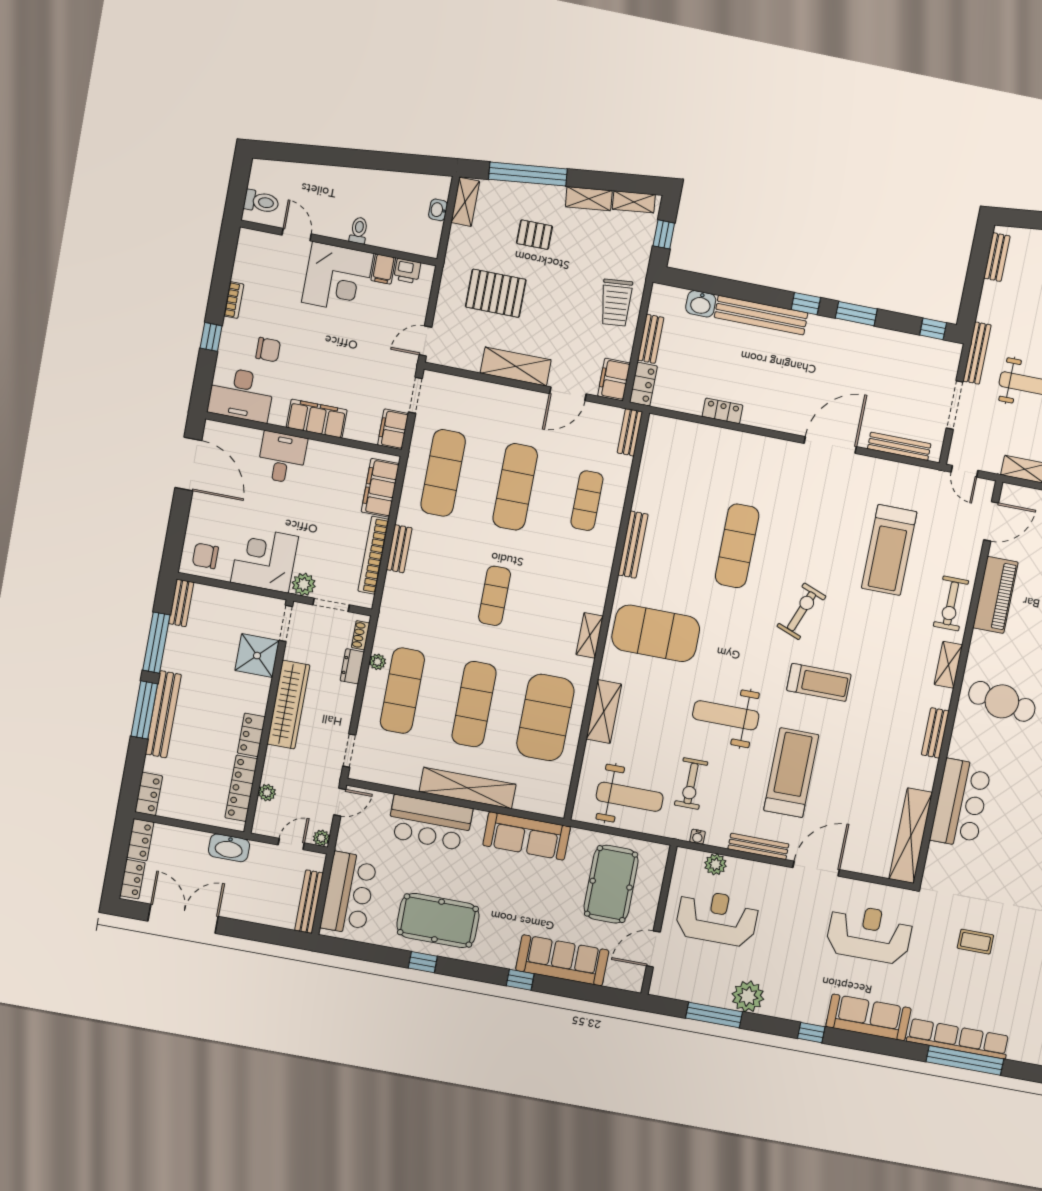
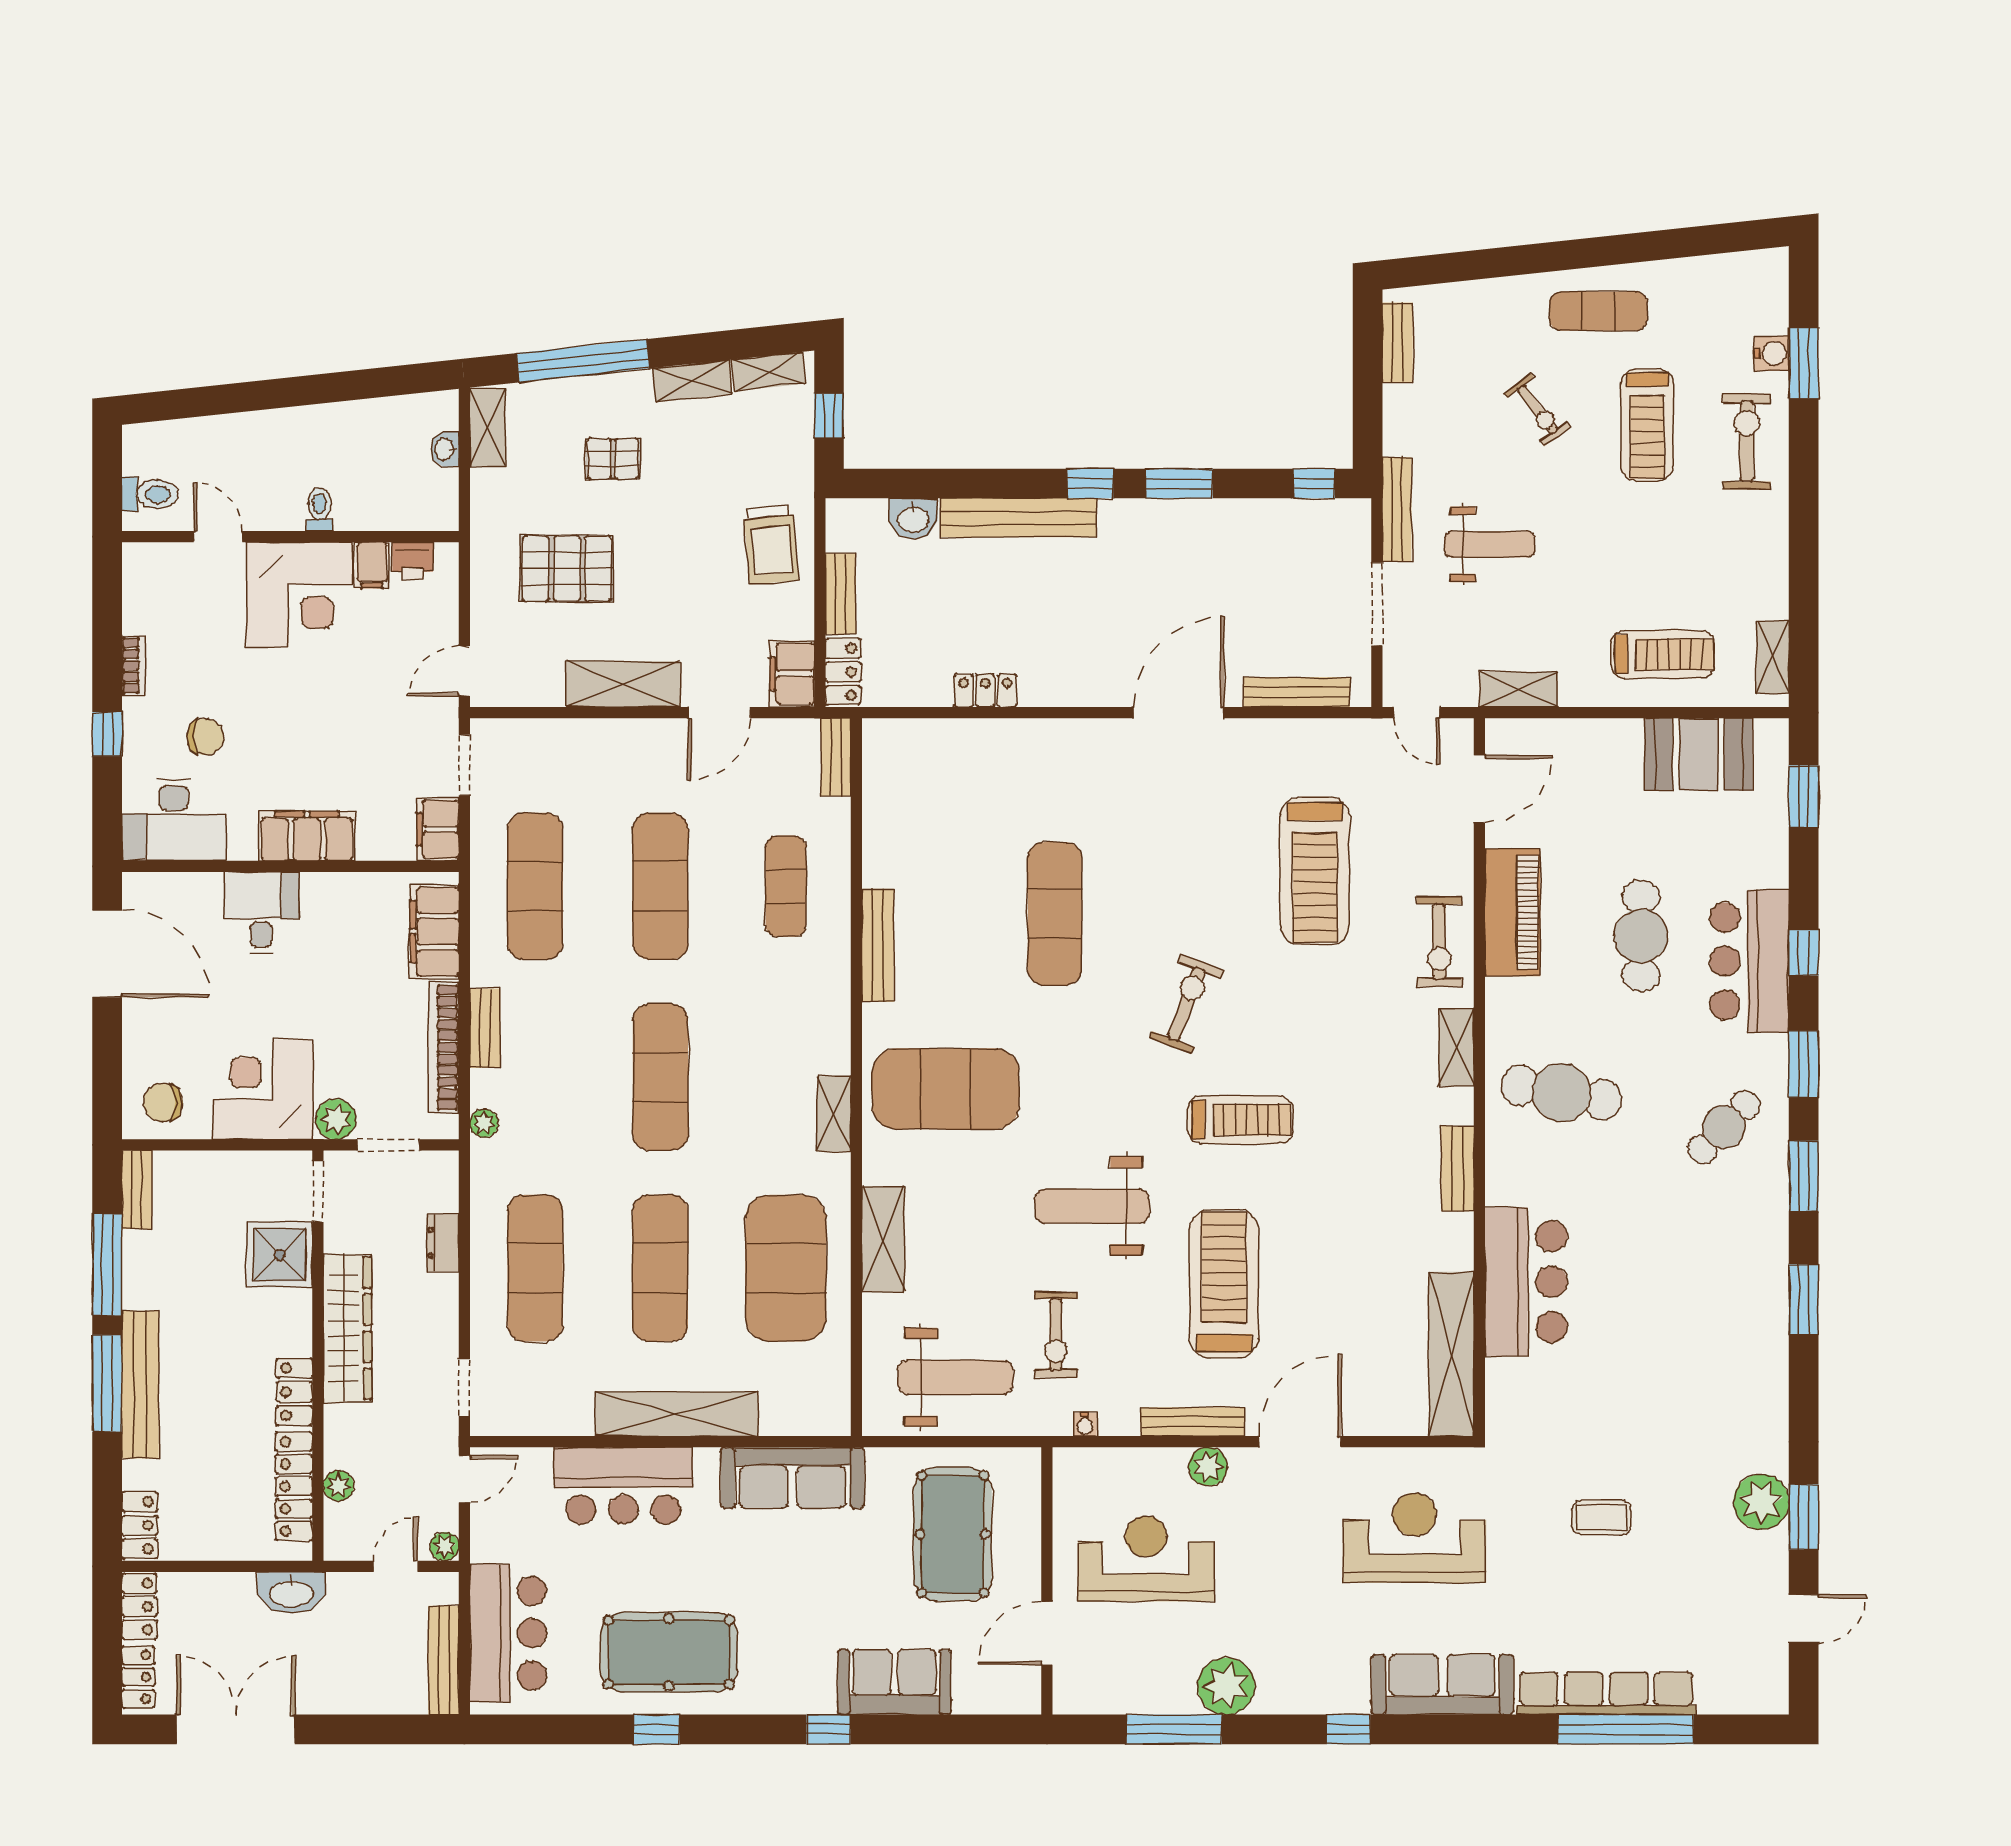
exercise mat: (495, 596) -> (660, 1077), width x1.36, depth x1.45
shoe rack: (361, 635) -> (447, 1187), removed
plant: (377, 662) -> (484, 1123), moved
plant: (715, 864) -> (1208, 1467), moved
sofa: (562, 960) -> (894, 1682), width x0.73

